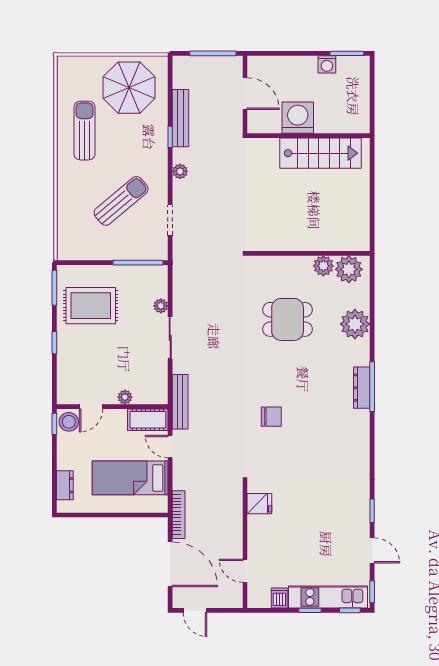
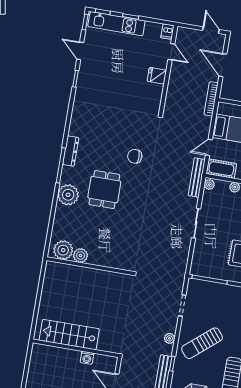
washing machine: (298, 118) -> (87, 358), width x0.53, depth x0.53
sun lounger: (121, 201) -> (202, 343), moved
plant: (161, 306) -> (209, 184), moved
dining table: (288, 319) -> (104, 190), moved, turned 90
plant: (355, 324) -> (68, 195), moved
dresser: (362, 388) -> (71, 151), moved
door: (170, 447) -> (209, 147), swing flipped
fridge: (259, 504) -> (157, 76), moved
door: (170, 564) -> (223, 65), width x0.73
dishwasher: (279, 598) -> (167, 32), moved

